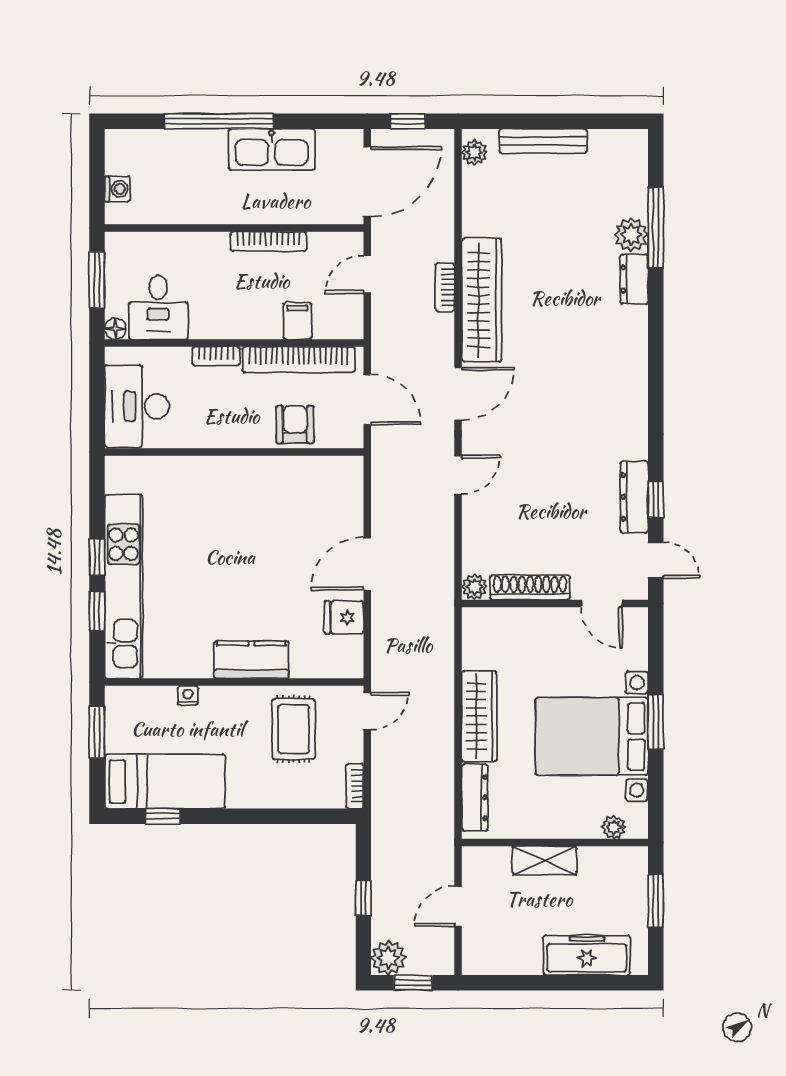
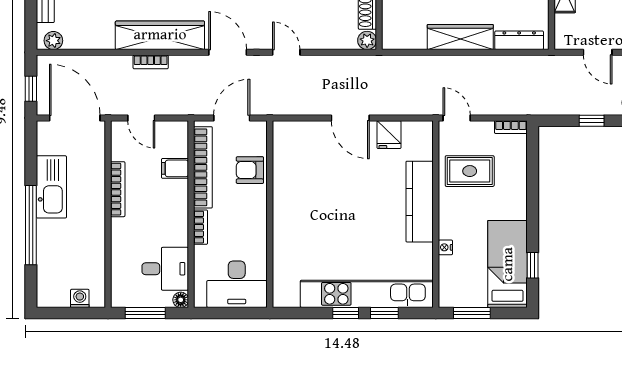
kitchen counter: (251, 660) -> (420, 202), width x1.50

